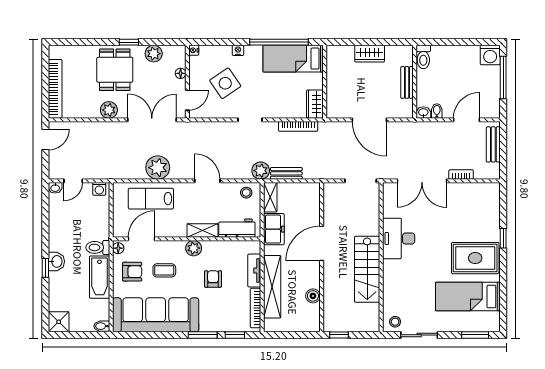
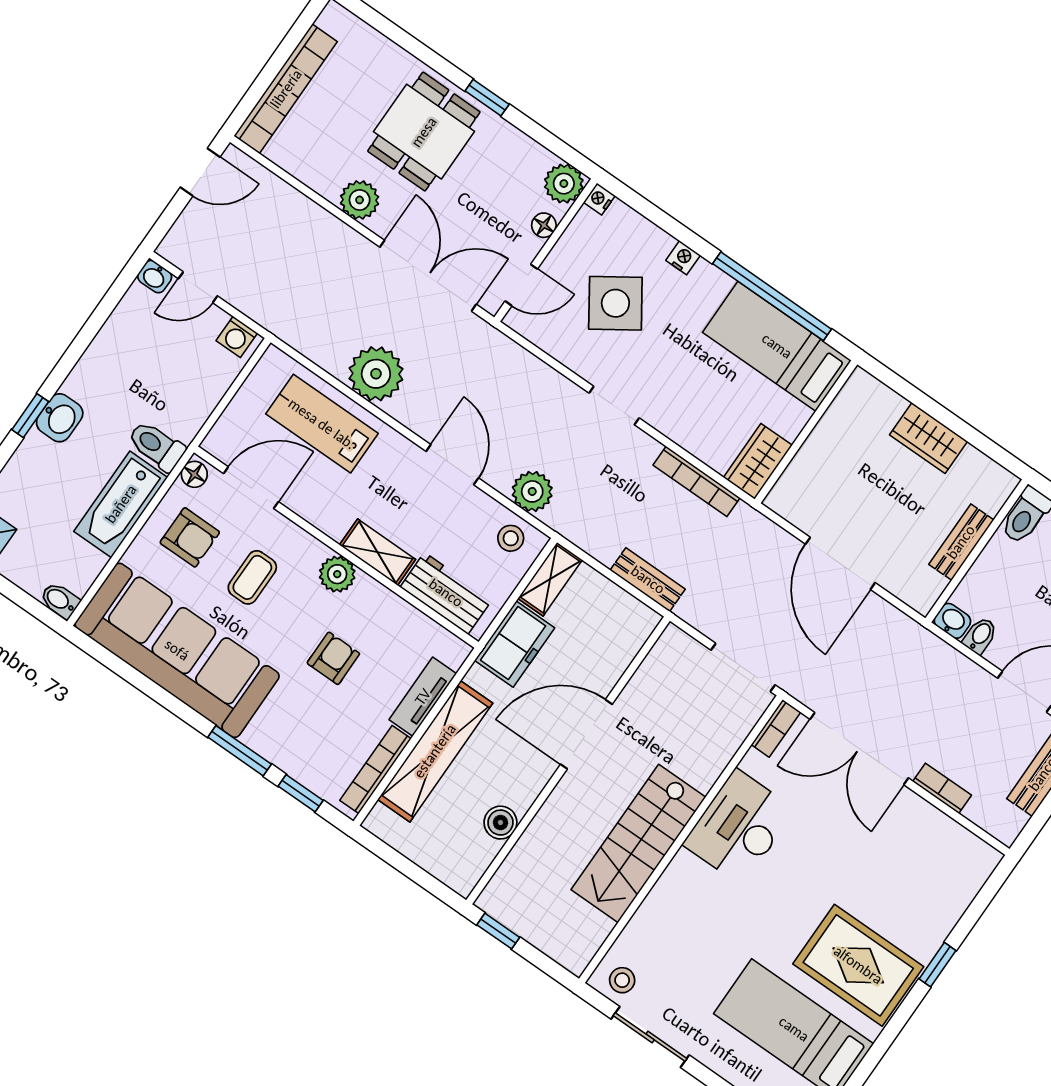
plant: (154, 54) -> (564, 184), moved
plant: (261, 171) -> (532, 491), moved
bench: (286, 173) -> (648, 580), moved
bookcase: (387, 194) -> (776, 728), added
coffee table: (164, 270) -> (252, 577), turned 90

